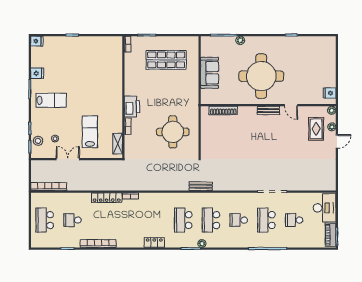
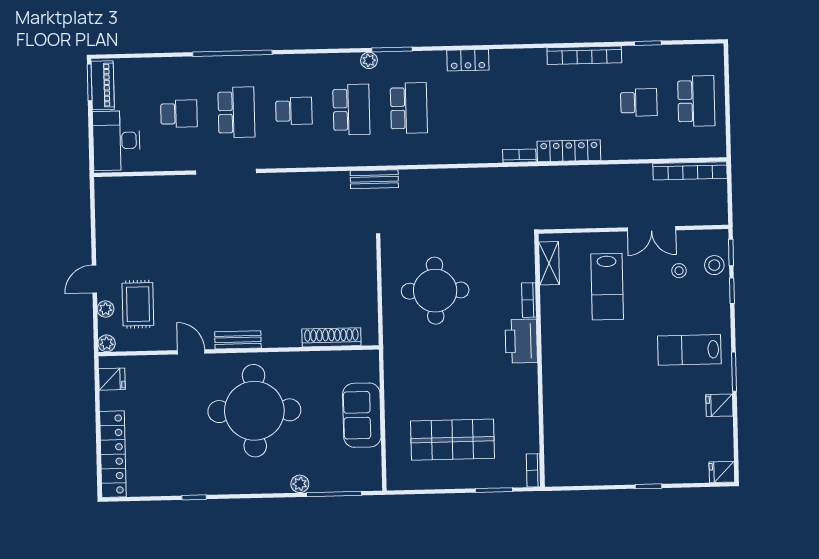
locker: (330, 57) -> (113, 454), added

